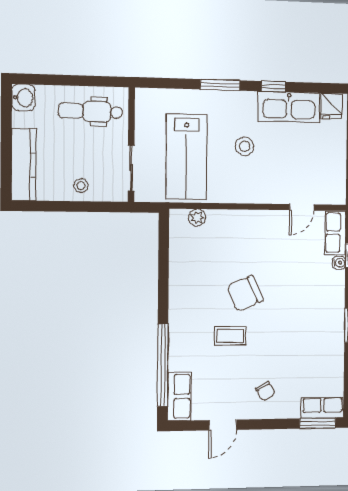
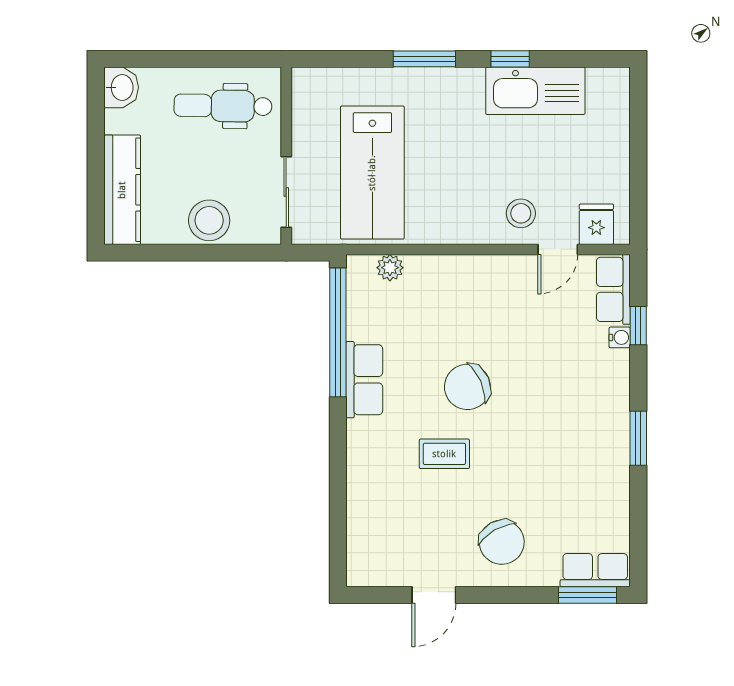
fridge: (331, 106) -> (596, 224), moved, turned 180
stool: (245, 146) -> (521, 213), moved
stool: (81, 186) -> (209, 220), width x1.89, depth x1.89
window: (163, 365) -> (338, 332), moved
chair: (265, 391) -> (502, 542), width x1.87, depth x1.87
row of seats: (179, 396) -> (364, 380), moved

